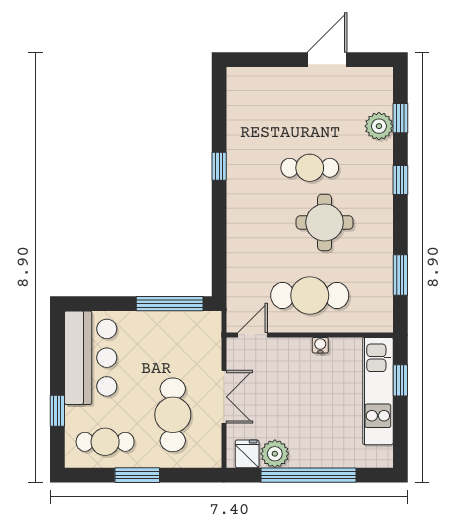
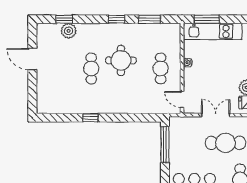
window: (400, 180) -> (117, 19), moved
cafe table: (310, 295) -> (161, 68), width x0.73, depth x0.74
window: (400, 380) -> (207, 19), width x1.50

